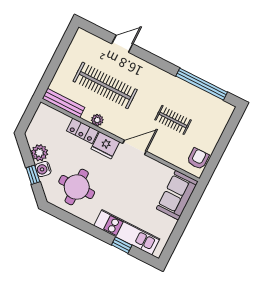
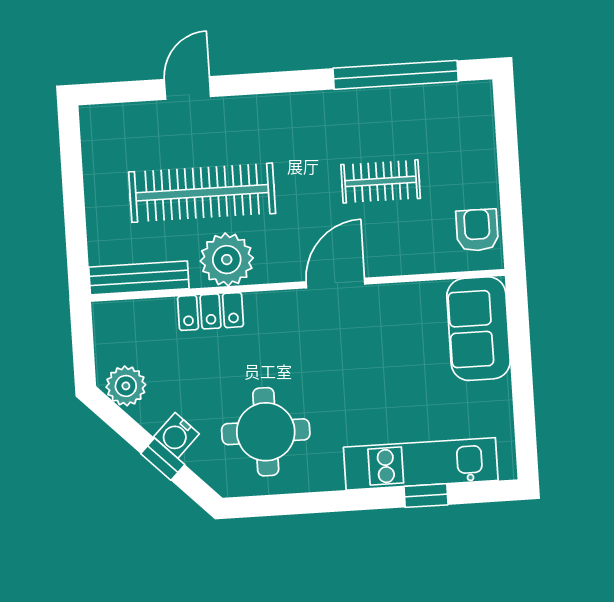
plant: (97, 120) -> (227, 260), width x1.88, depth x1.88
fridge: (105, 145) -> (274, 313), removed
plant: (39, 153) -> (126, 386), moved

